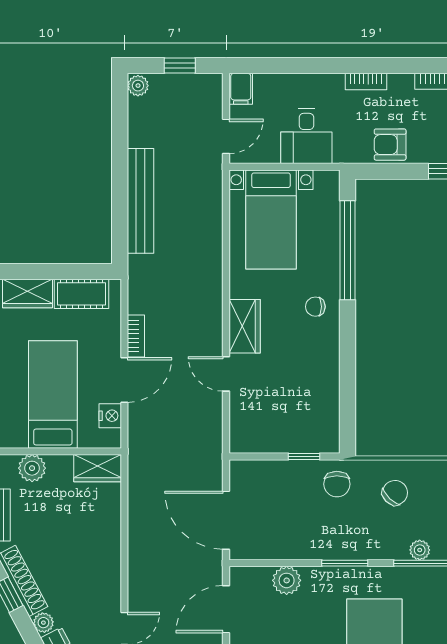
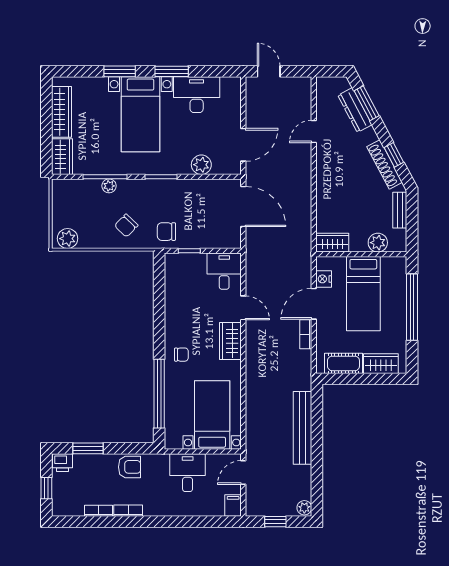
bookcase: (366, 82) -> (128, 511), moved
desk: (254, 427) -> (224, 271), added
chair: (337, 484) -> (166, 232), turned -90
plant: (43, 623) -> (370, 136), removed

